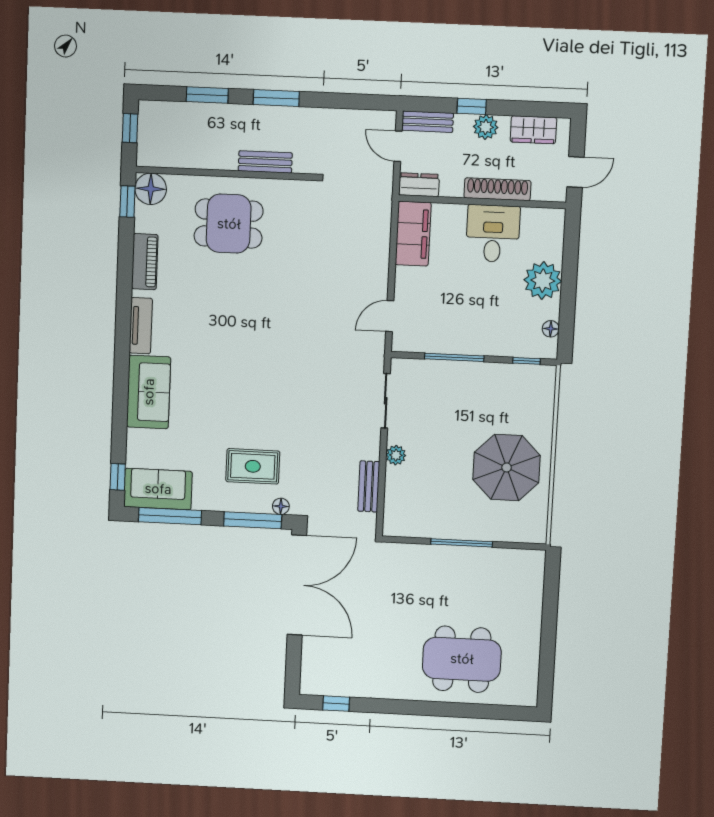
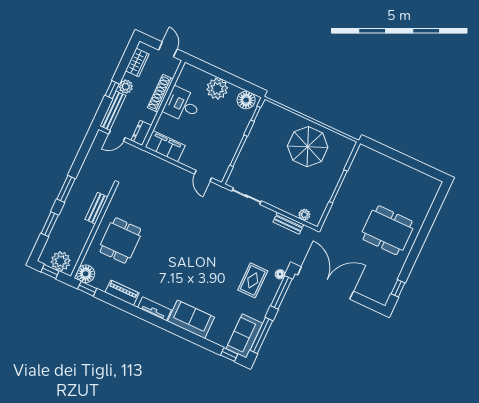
bench: (428, 122) -> (113, 111), width x1.36
plant: (154, 139) -> (61, 261), added
floor lamp: (551, 329) -> (246, 100), width x1.89, depth x1.89
plant: (396, 455) -> (304, 215), moved
dining table: (462, 659) -> (388, 230), moved, turned 90

